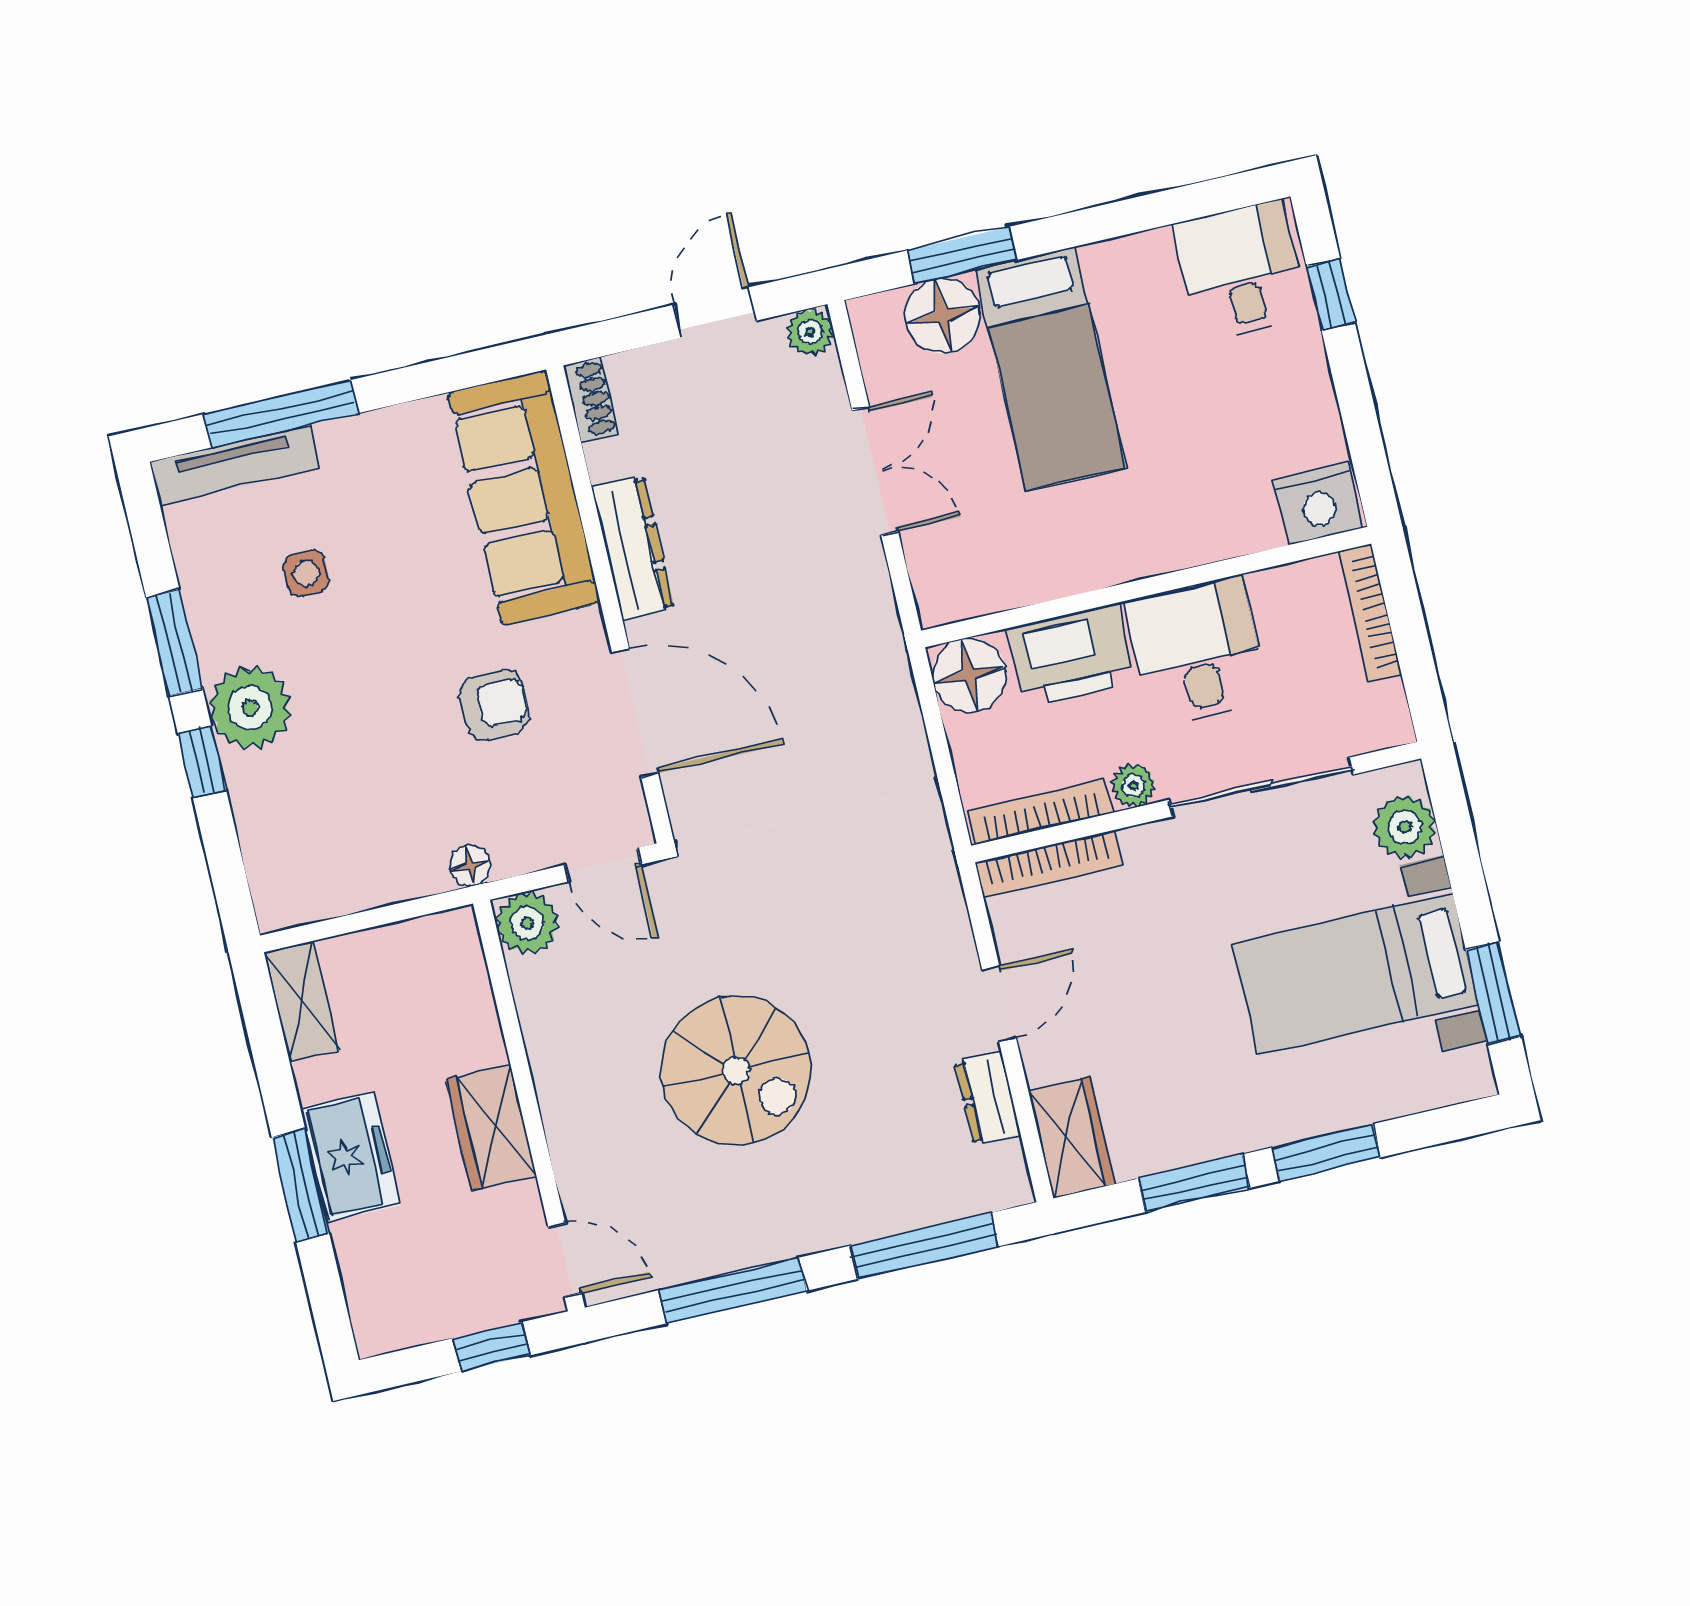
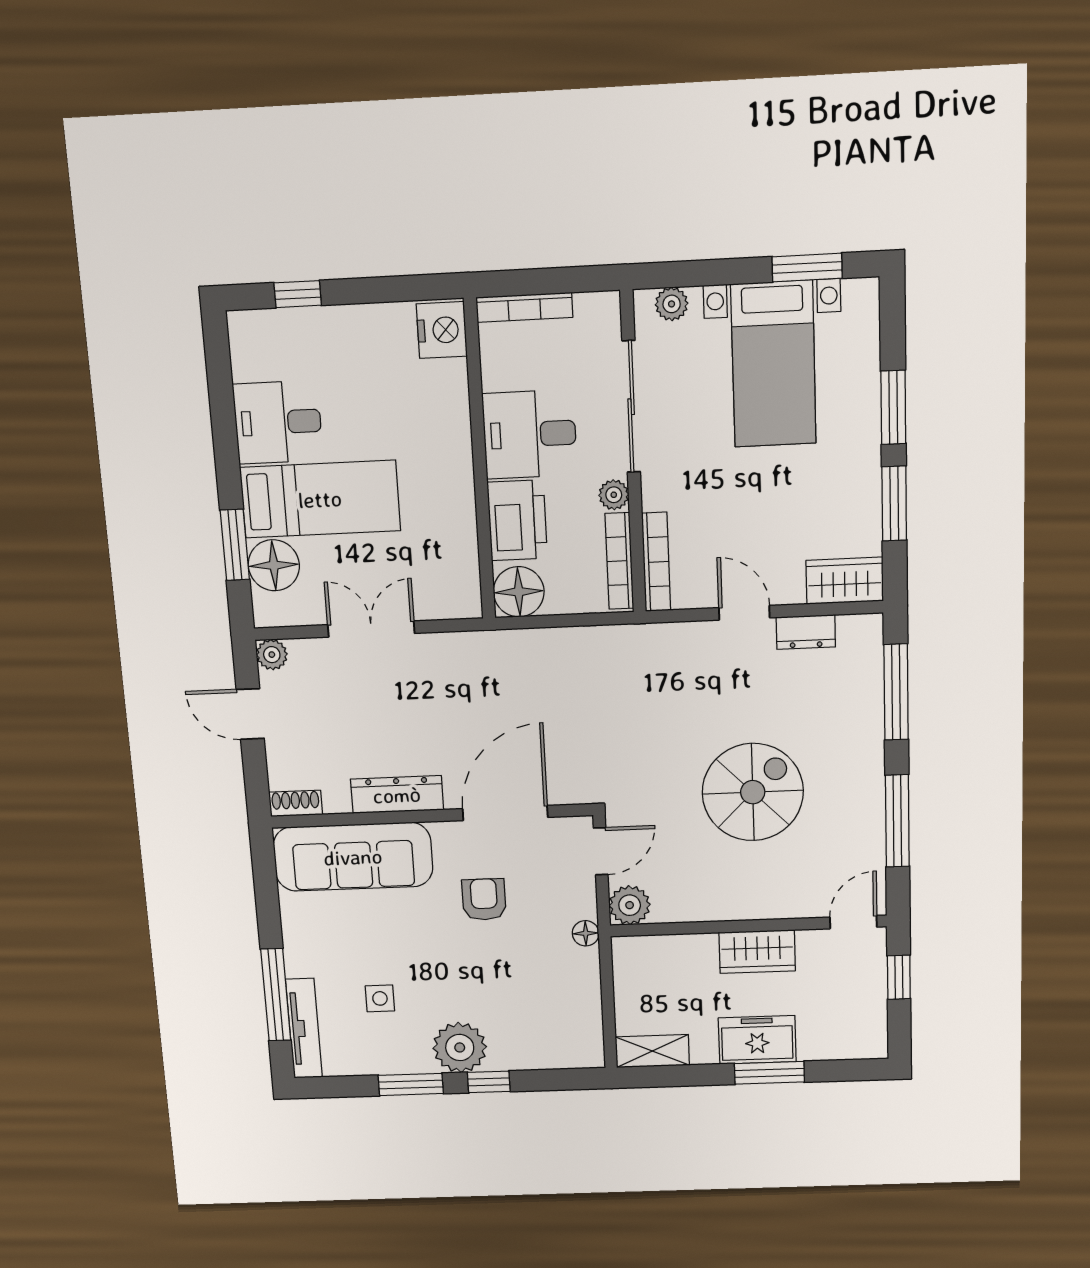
desk: (1240, 271) -> (278, 422), moved
plant: (1405, 827) -> (672, 304), width x0.73, depth x0.73

